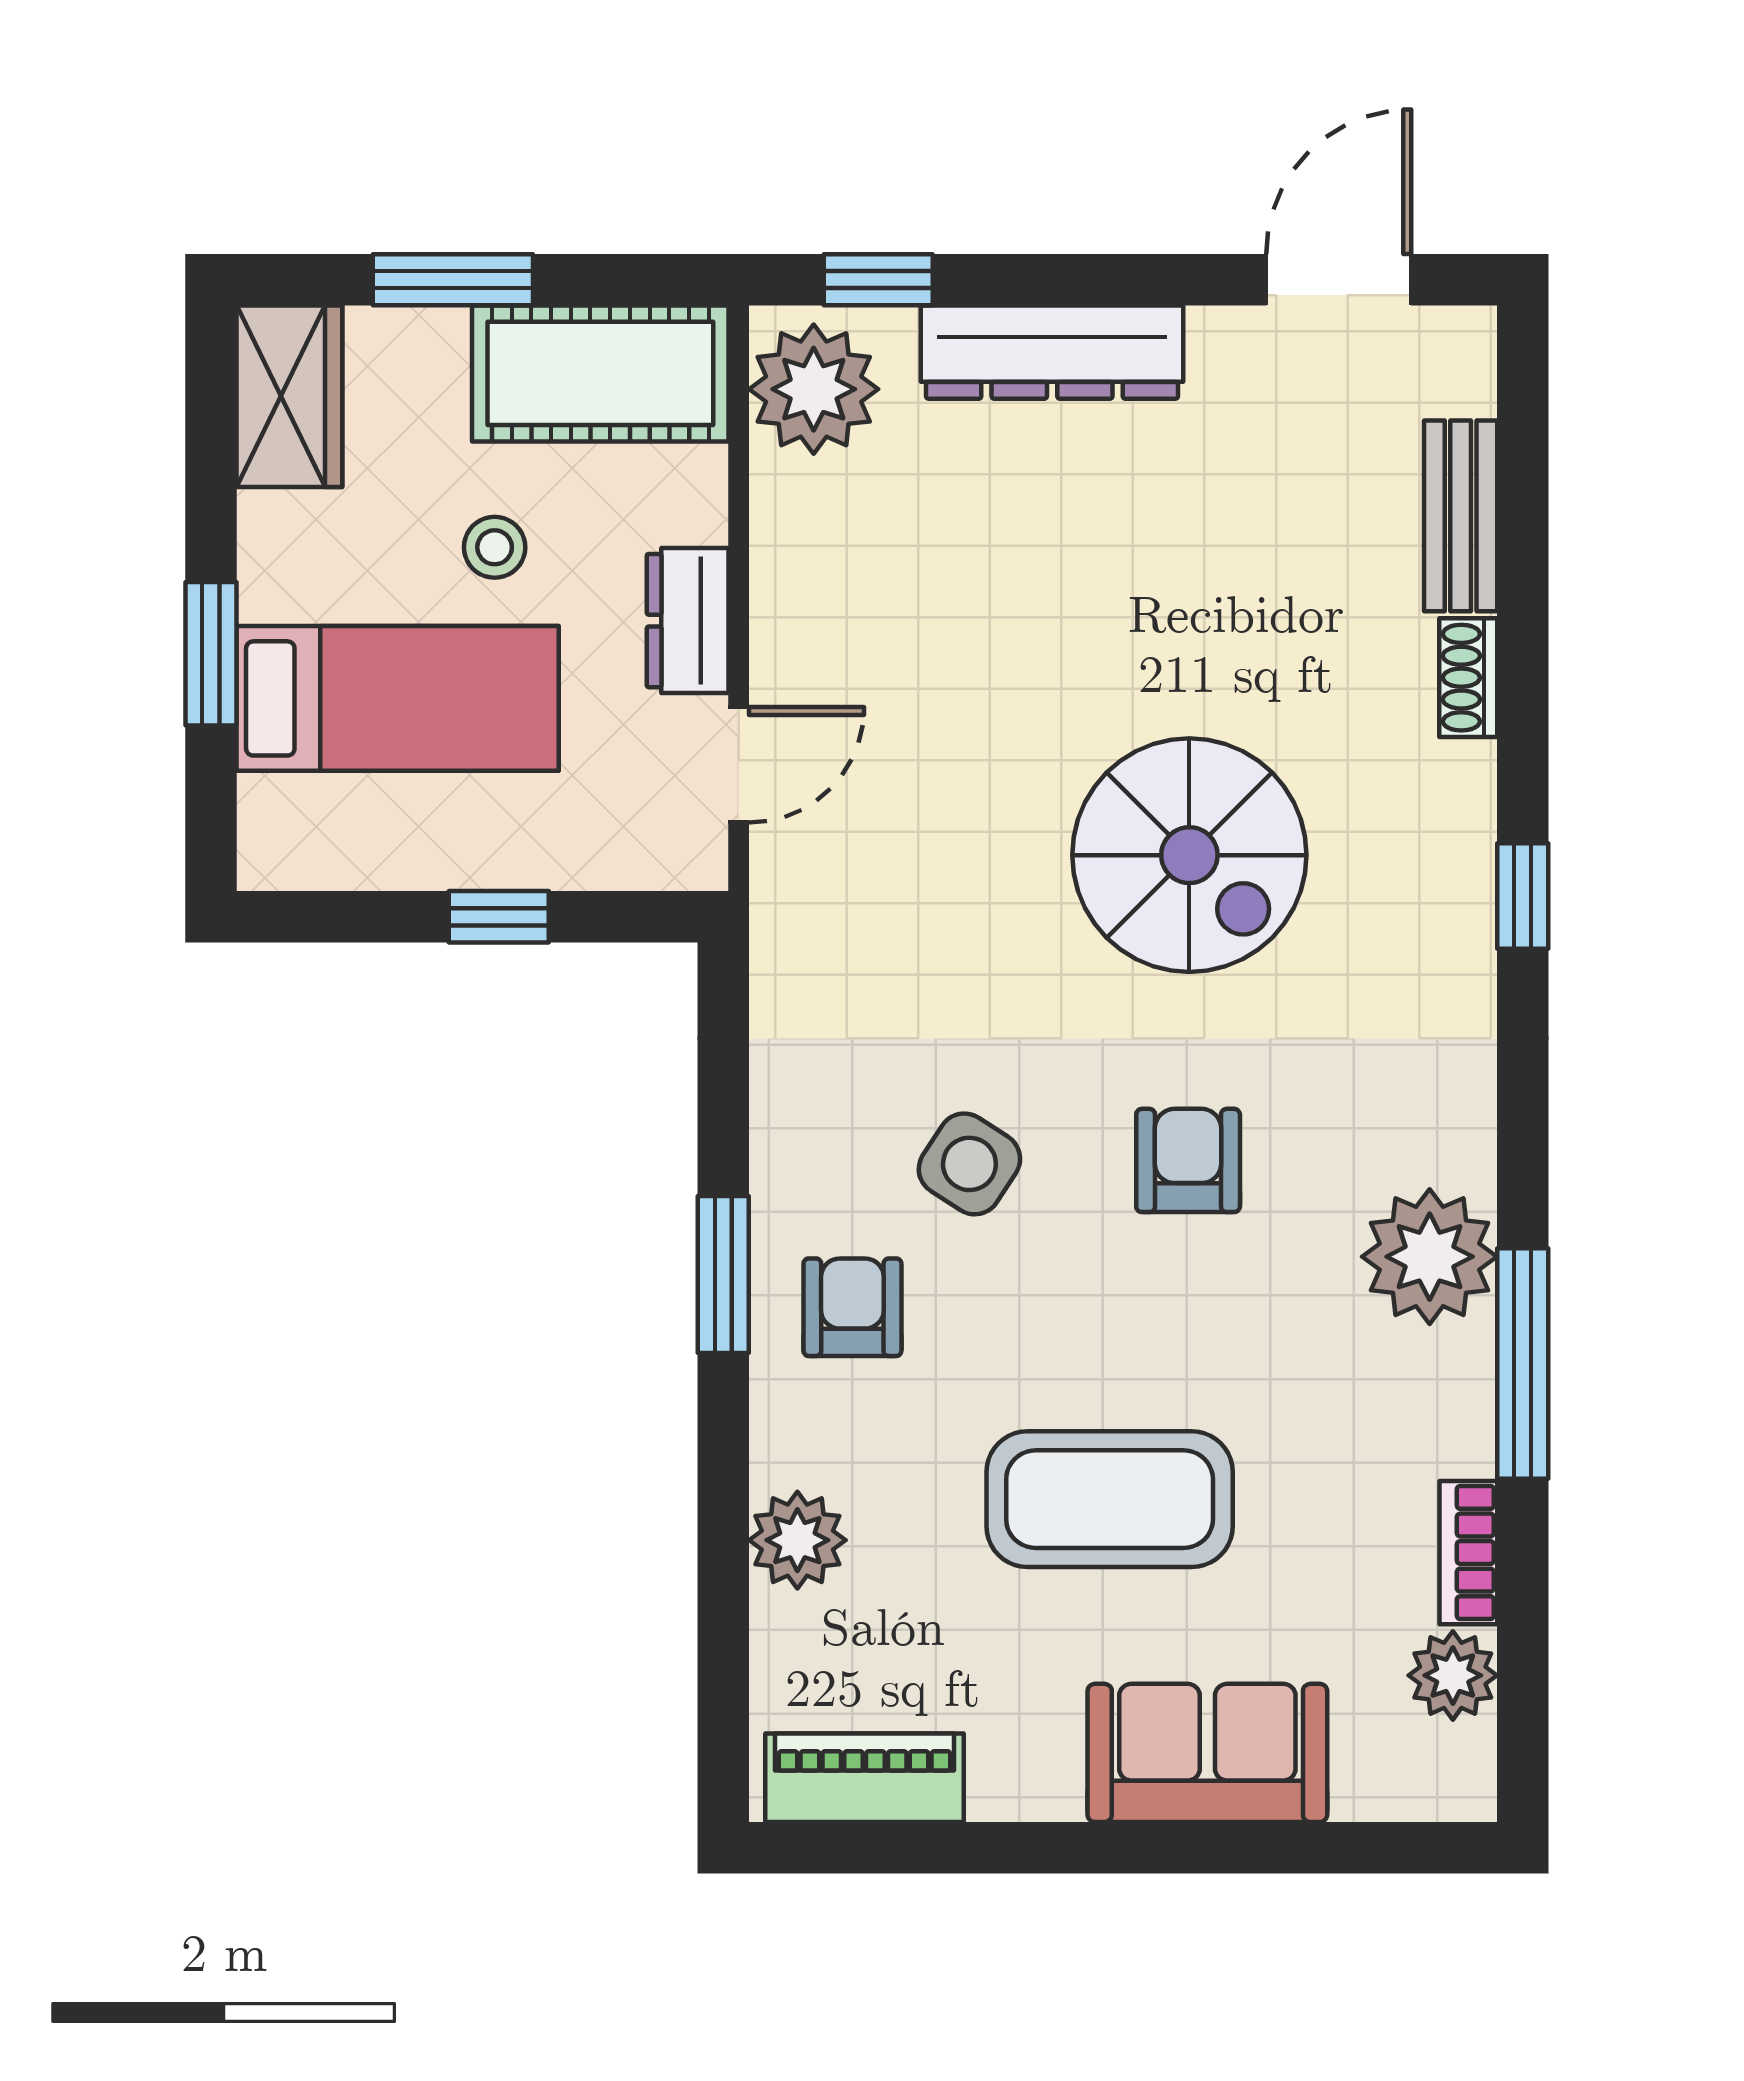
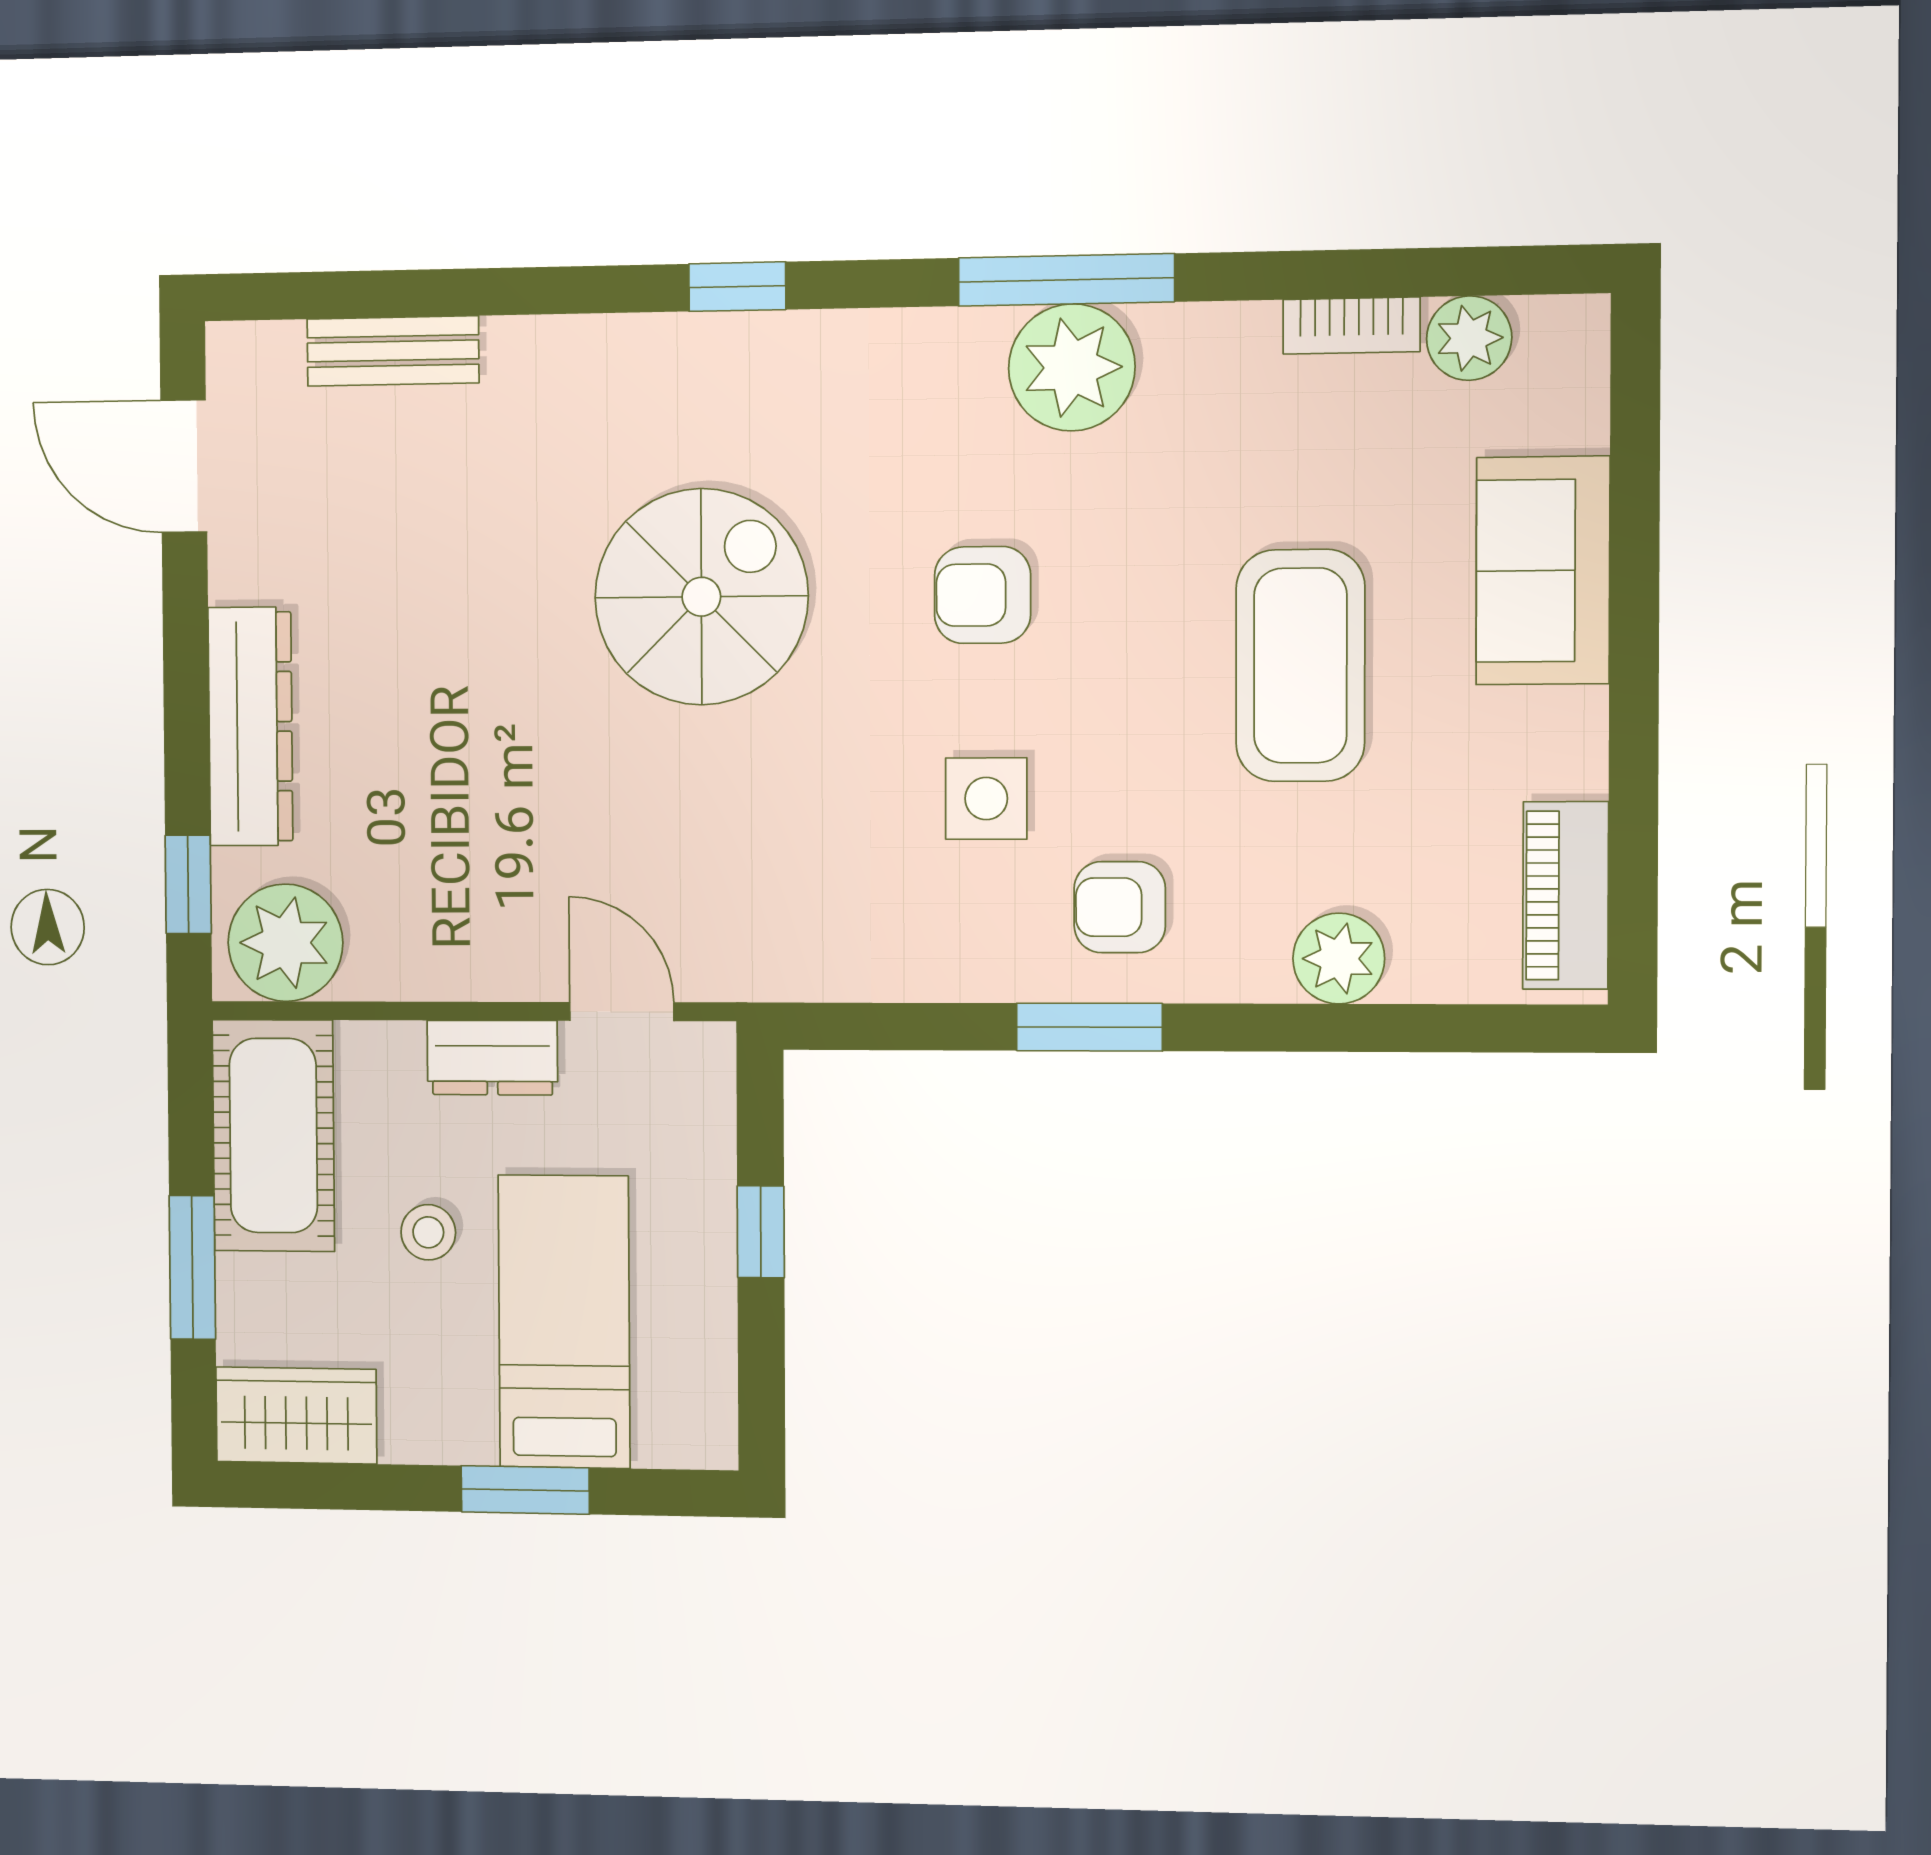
shoe rack: (1468, 678) -> (539, 341), removed
side table: (969, 1164) -> (986, 799), turned -33
window: (1523, 1363) -> (1066, 280), moved

